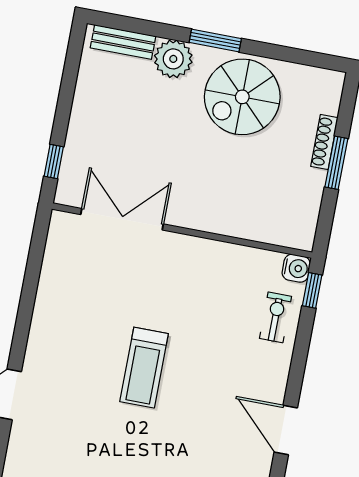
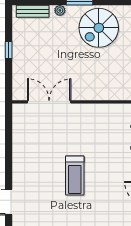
plant: (173, 59) -> (60, 10), width x0.53, depth x0.53
window: (54, 161) -> (9, 50), moved

